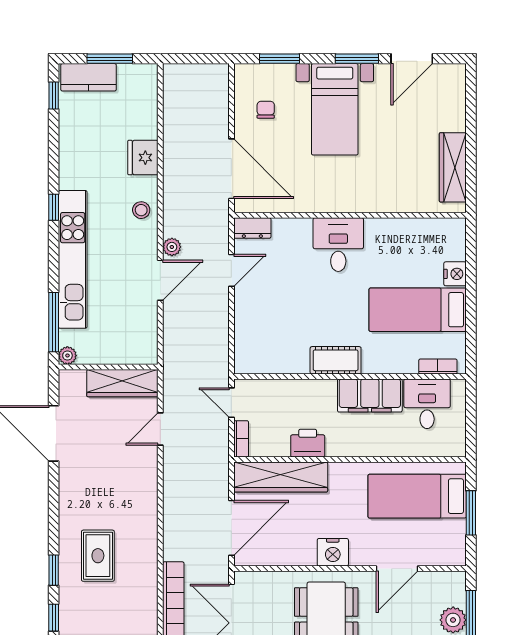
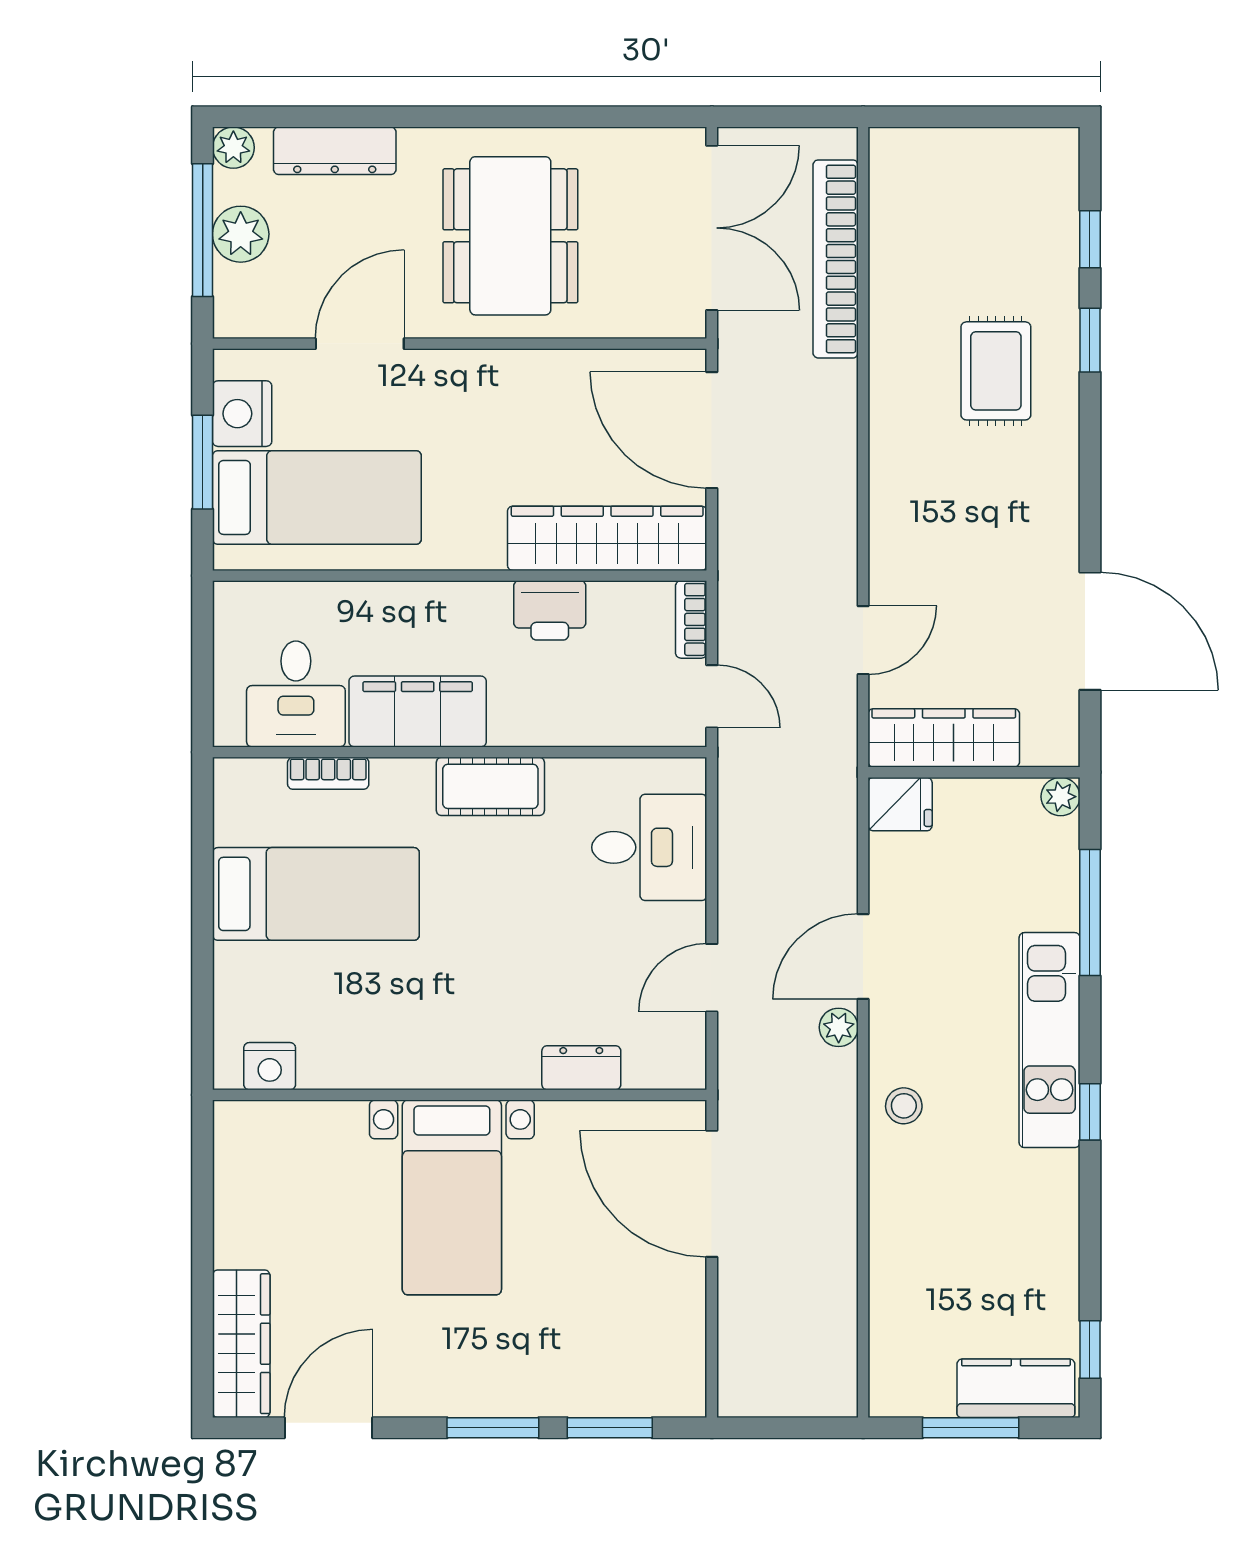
window: (357, 59) -> (493, 1428), moved
bed with nightstands: (335, 109) -> (452, 1197), moved, turned 180
chair: (266, 110) -> (639, 1319), removed
fridge: (143, 158) -> (900, 804), moved, width x0.72
wardrobe: (453, 167) -> (241, 1344), moved
dresser: (252, 228) -> (581, 1068), moved
desk: (338, 245) -> (649, 847), moved, turned -90
kitchen unit: (73, 259) -> (1050, 1040), width x0.73
nightstand: (455, 274) -> (270, 1066), moved, turned -90
window: (54, 322) -> (1090, 912), moved
bookcase: (438, 366) -> (328, 773), moved
door: (231, 528) -> (712, 430), hinge flipped
nightstand: (333, 552) -> (242, 414), moved, turned -90

